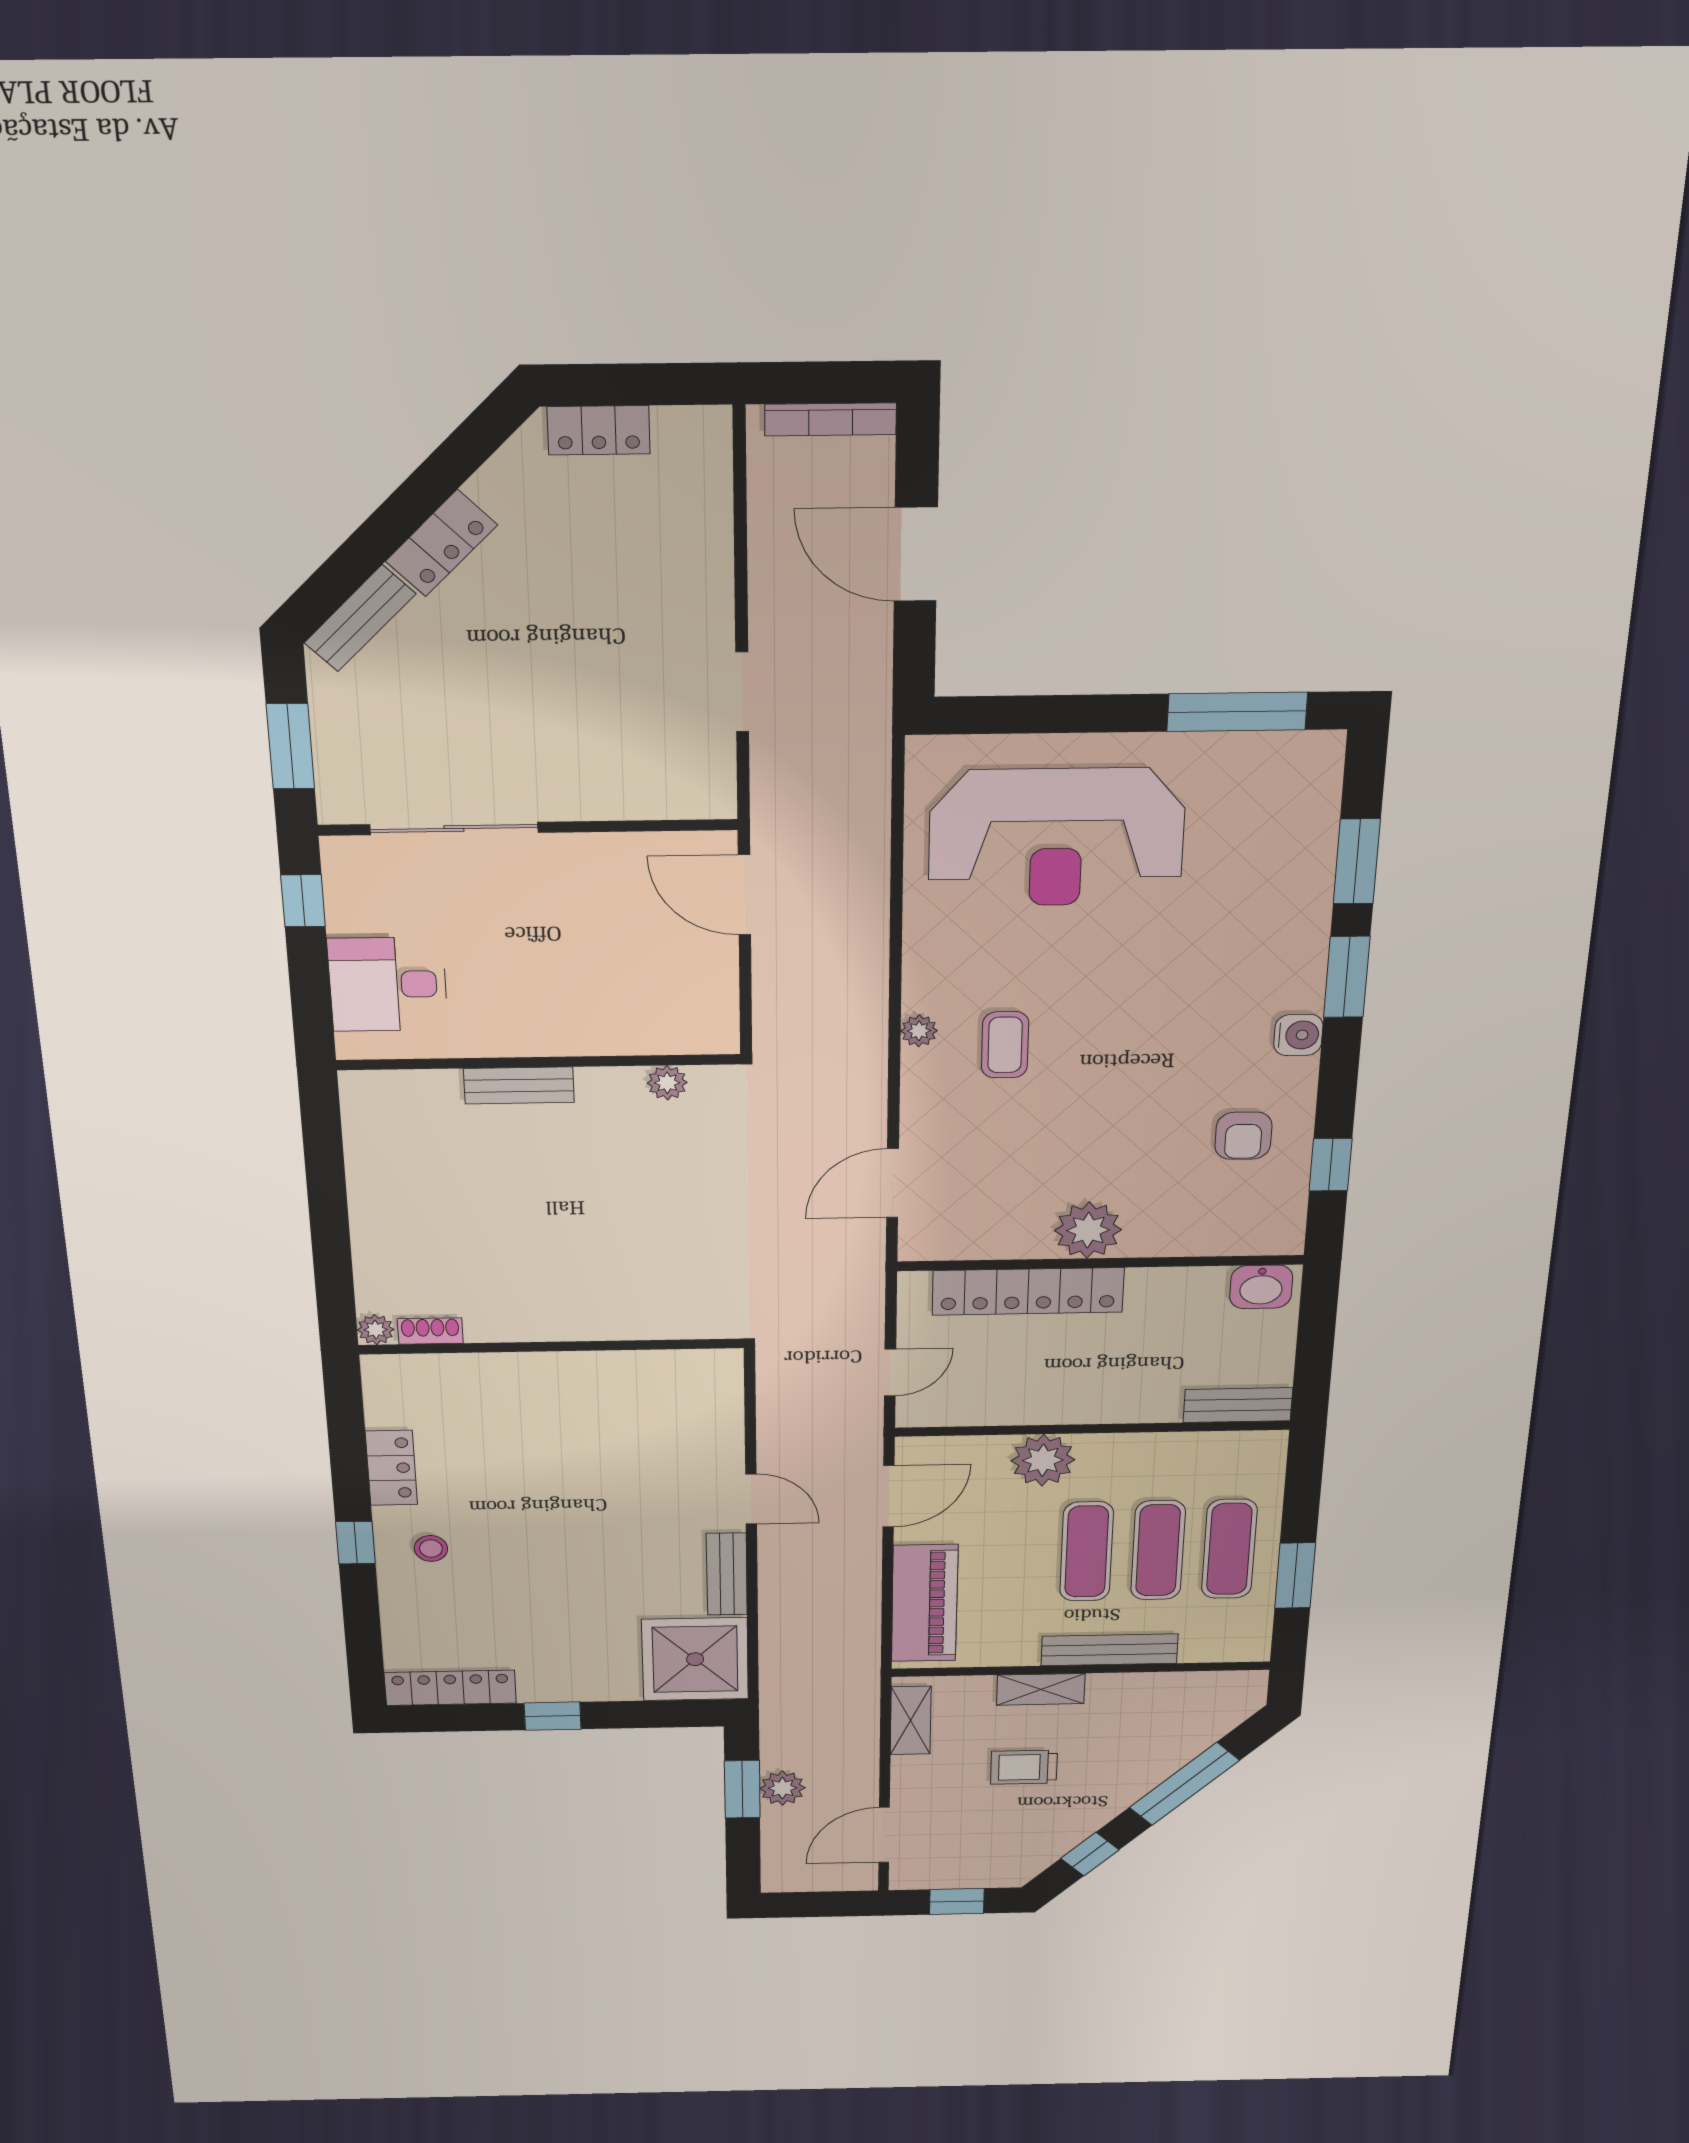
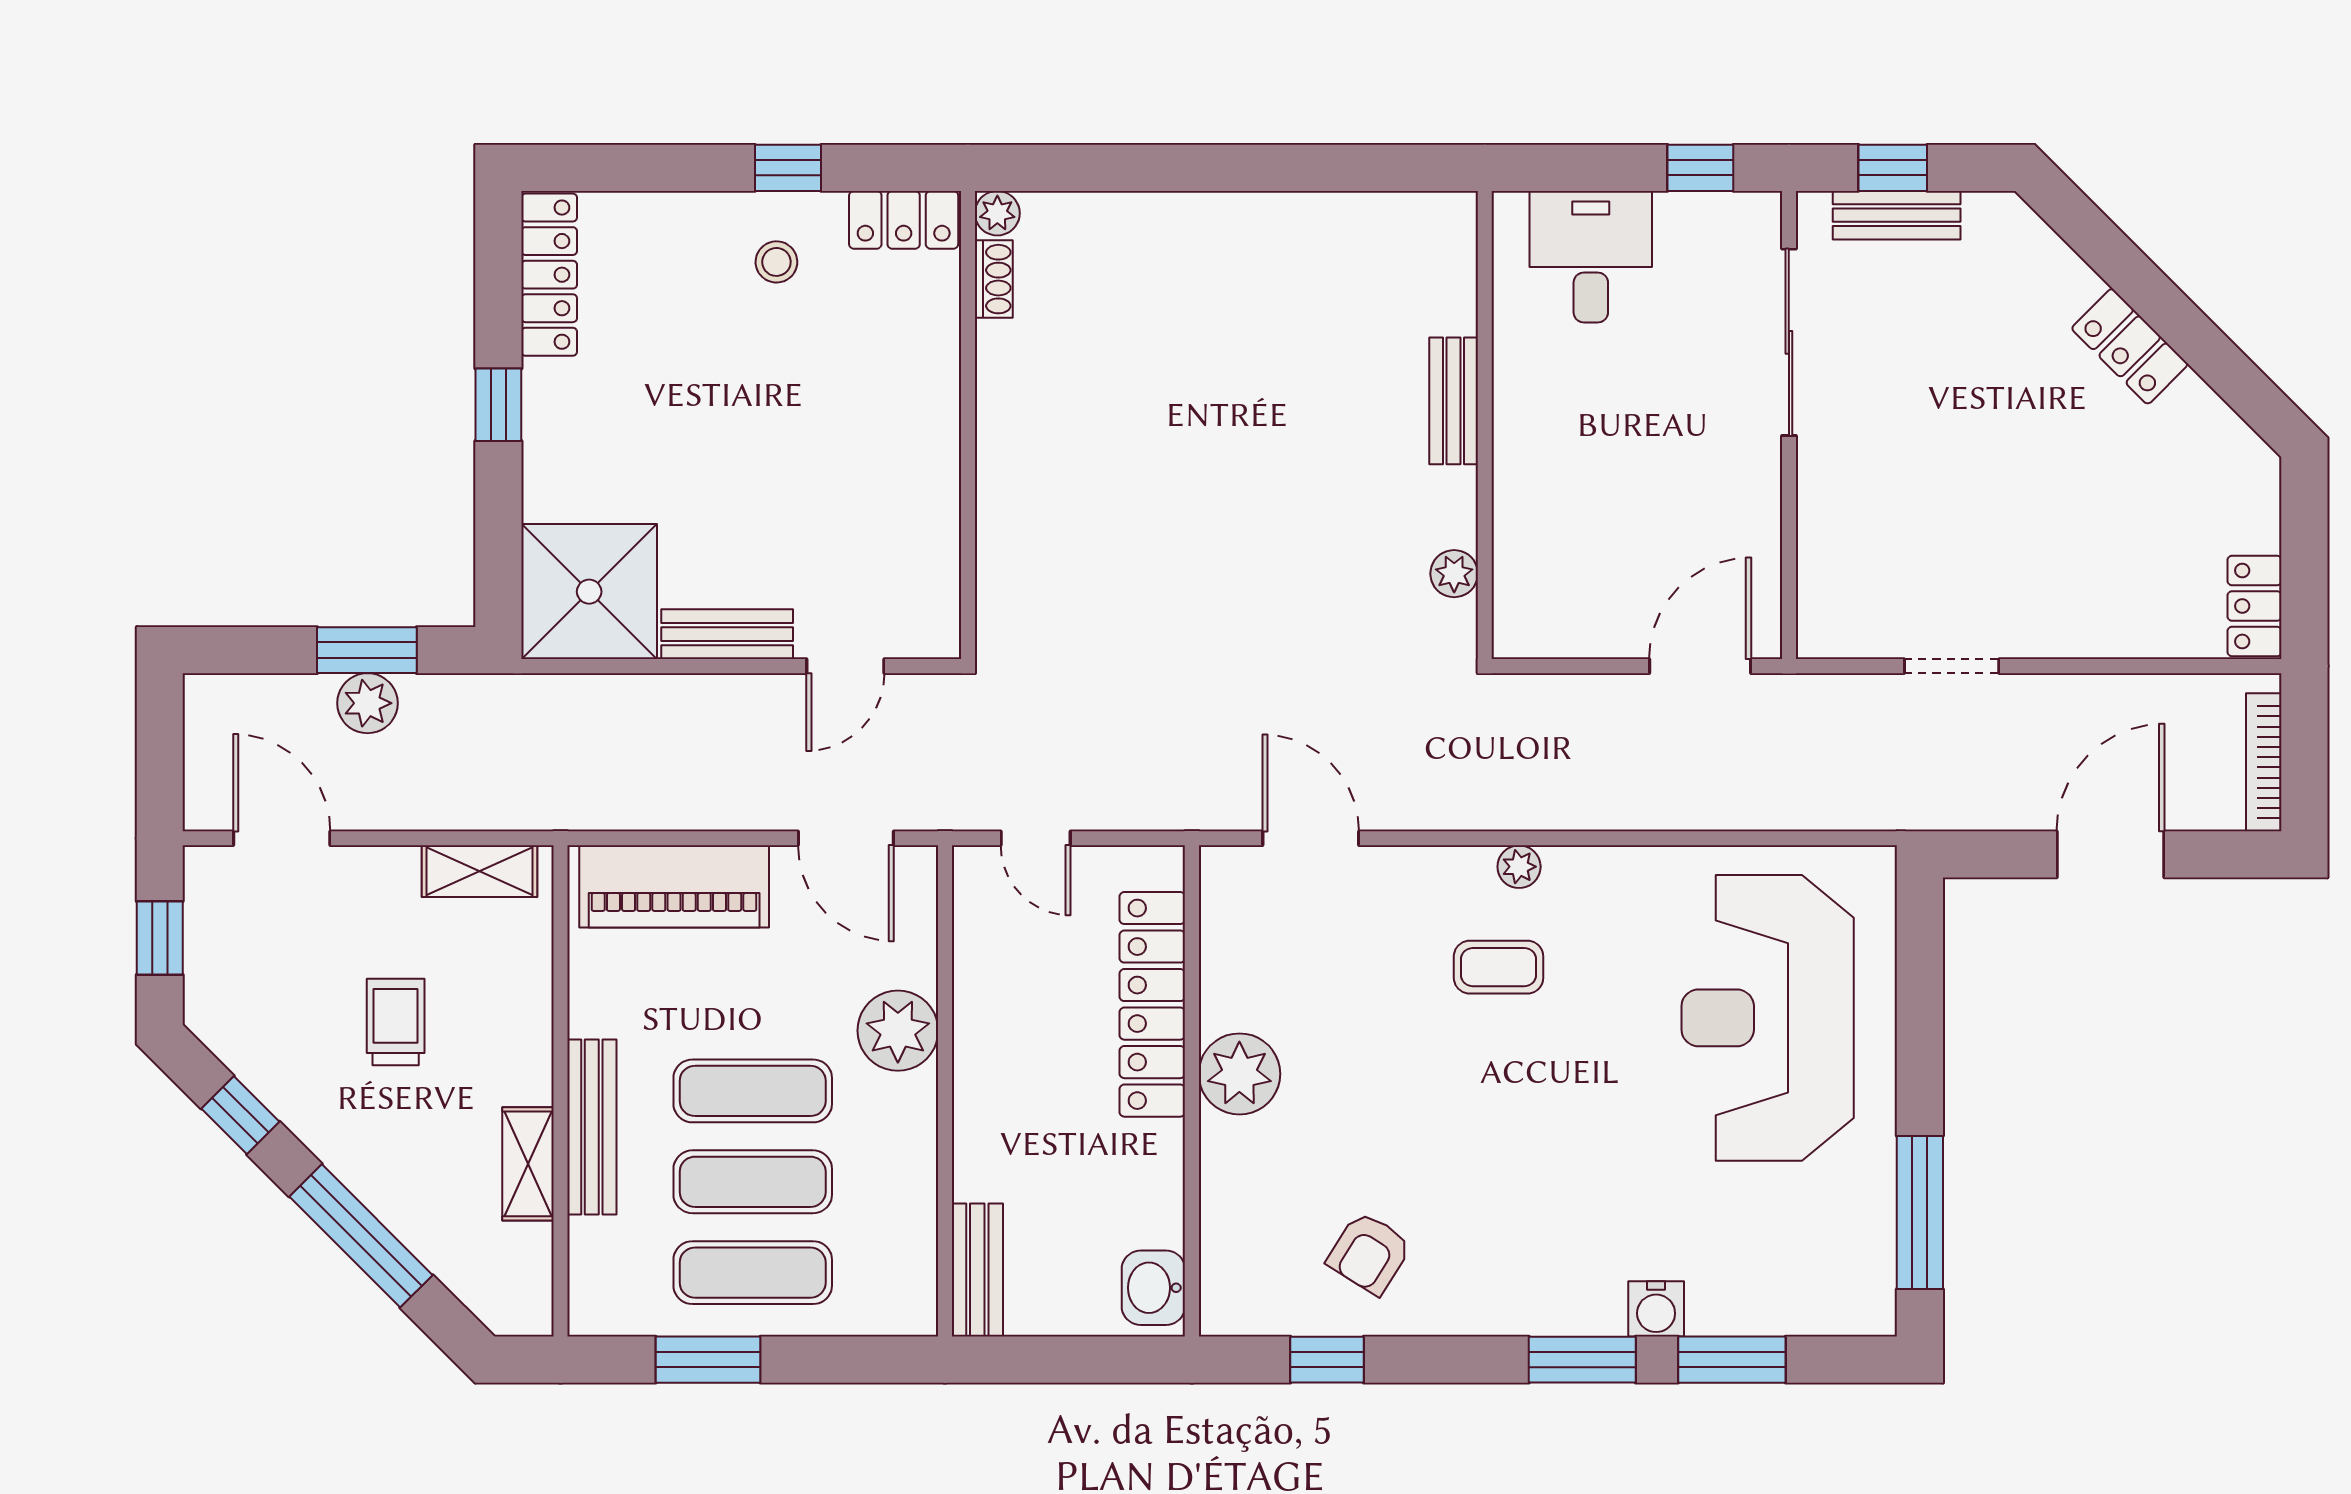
locker: (599, 430) -> (2255, 606), moved
bench: (360, 618) -> (1897, 215), moved, turned -45
window: (290, 746) -> (1893, 168), width x0.67
water cooler: (1298, 1035) -> (1656, 1309), moved
armchair: (1243, 1136) -> (1369, 1253), turned -58
plant: (376, 1330) -> (997, 213), moved
shoe rack: (430, 1331) -> (994, 279), moved
wall: (551, 1347) -> (968, 425), moved
shelving: (1041, 1689) -> (528, 1164), moved

